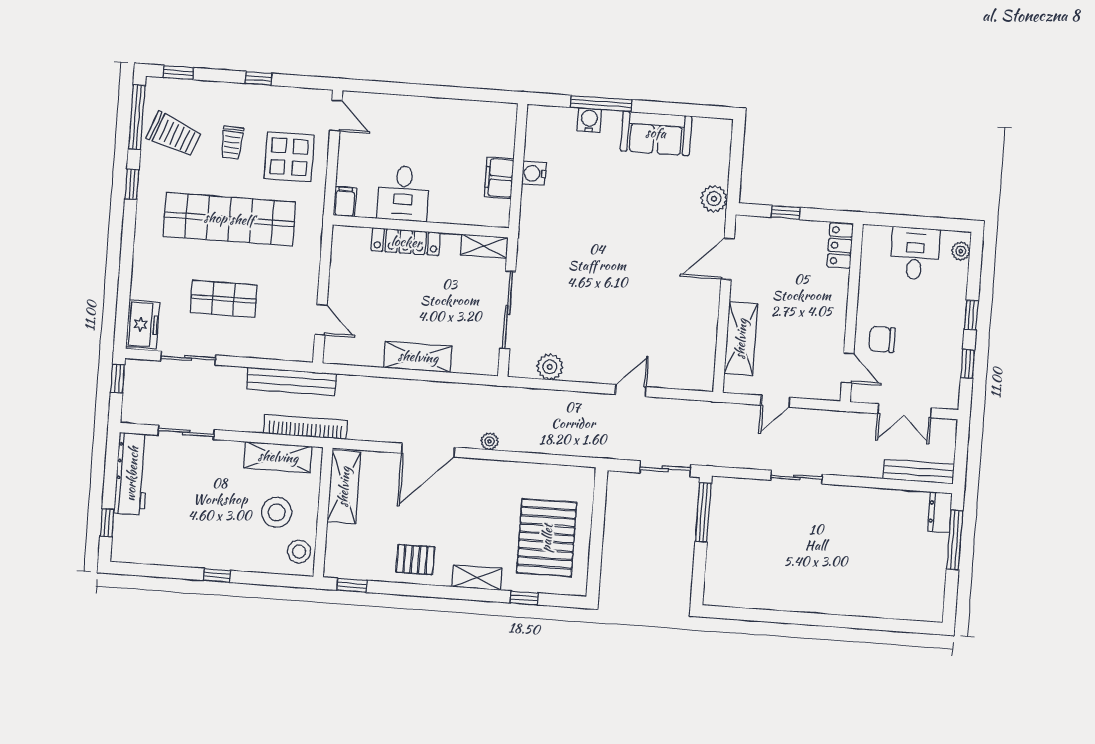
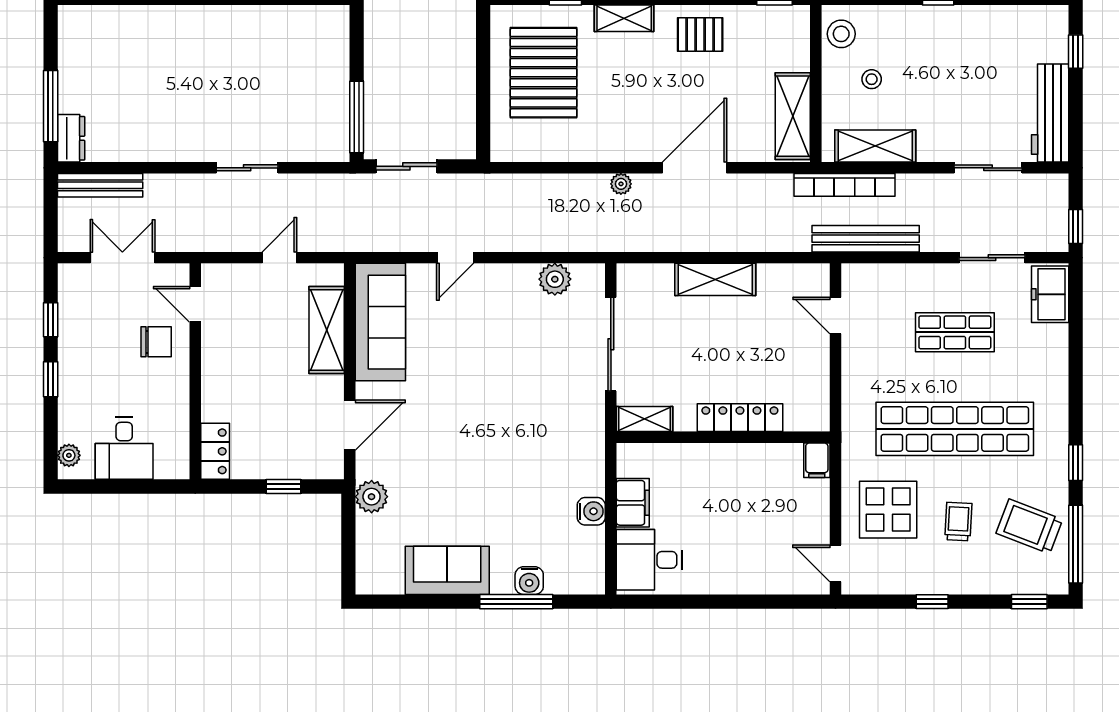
desk: (403, 193) -> (649, 560), moved, turned -90
sofa: (696, 342) -> (380, 322), added
stool: (277, 512) -> (872, 79), width x0.53, depth x0.53

